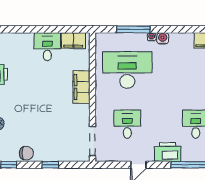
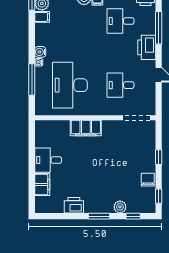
filing cabinet: (73, 41) -> (42, 184), moved

